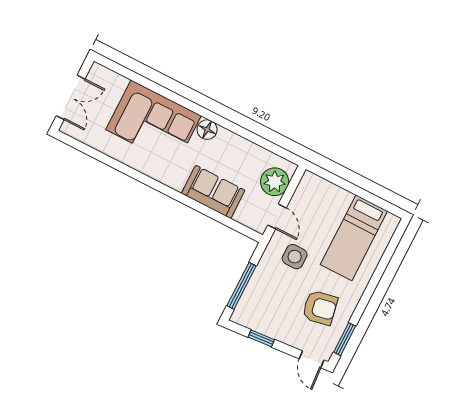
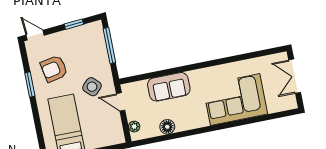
floor lamp: (207, 130) -> (167, 127), moved
plant: (275, 182) -> (134, 127), width x0.53, depth x0.53
side table: (295, 257) -> (92, 87), turned 45
window: (345, 339) -> (30, 85), moved

